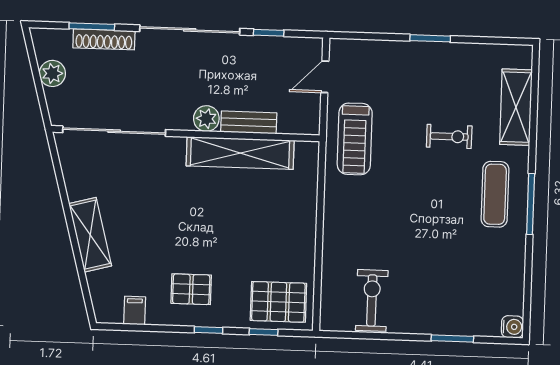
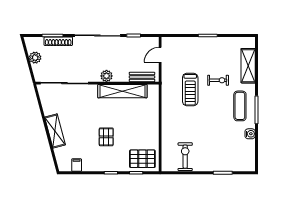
bench: (249, 122) -> (142, 77), moved
treadmill: (355, 139) -> (190, 89), moved
pallet: (191, 289) -> (106, 137), moved, turned 90
water cooler: (512, 327) -> (250, 134), moved

